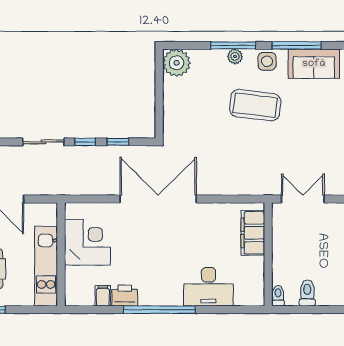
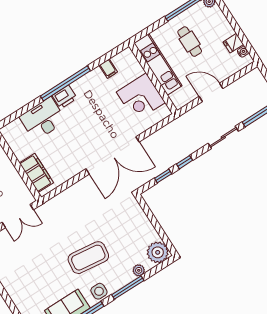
plant: (235, 56) -> (139, 270), moved
sliding door: (43, 142) -> (223, 137), moved
printer: (125, 296) -> (65, 97), moved

